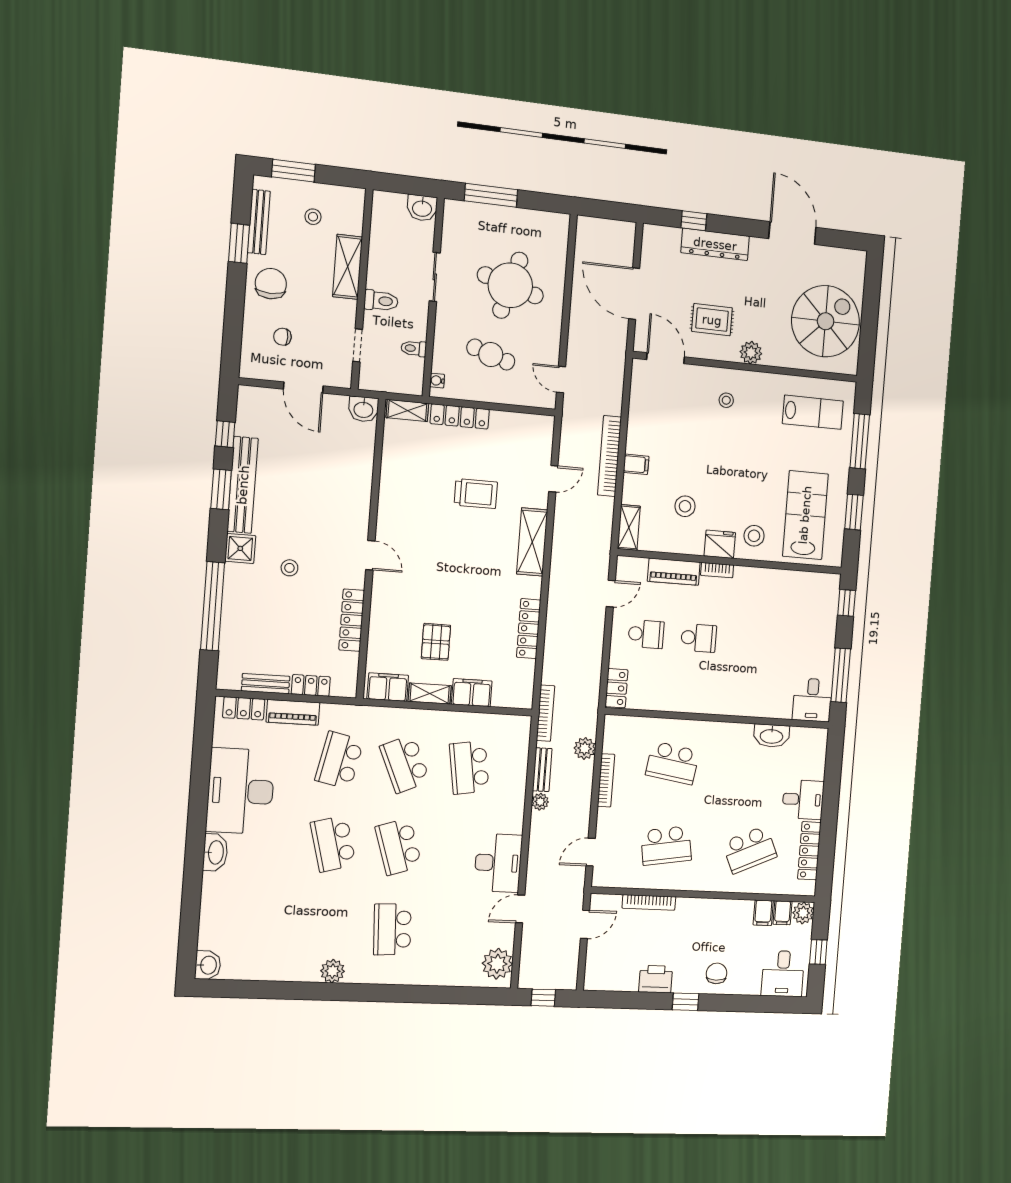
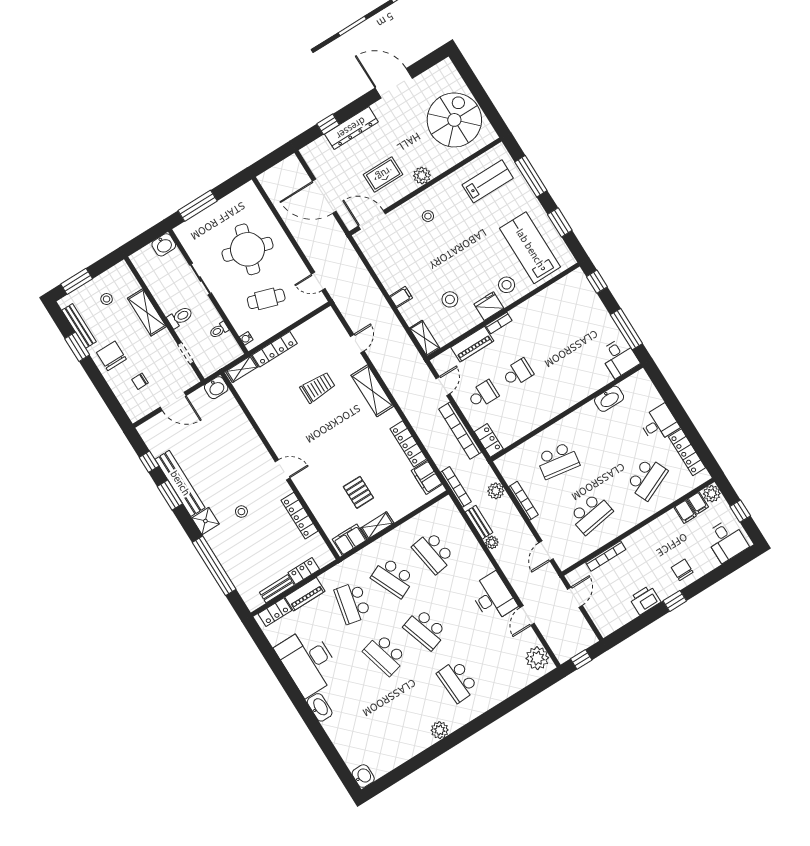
bookcase: (610, 456) -> (460, 431), moved
filing cabinet: (472, 693) -> (427, 477), moved, turned -90

